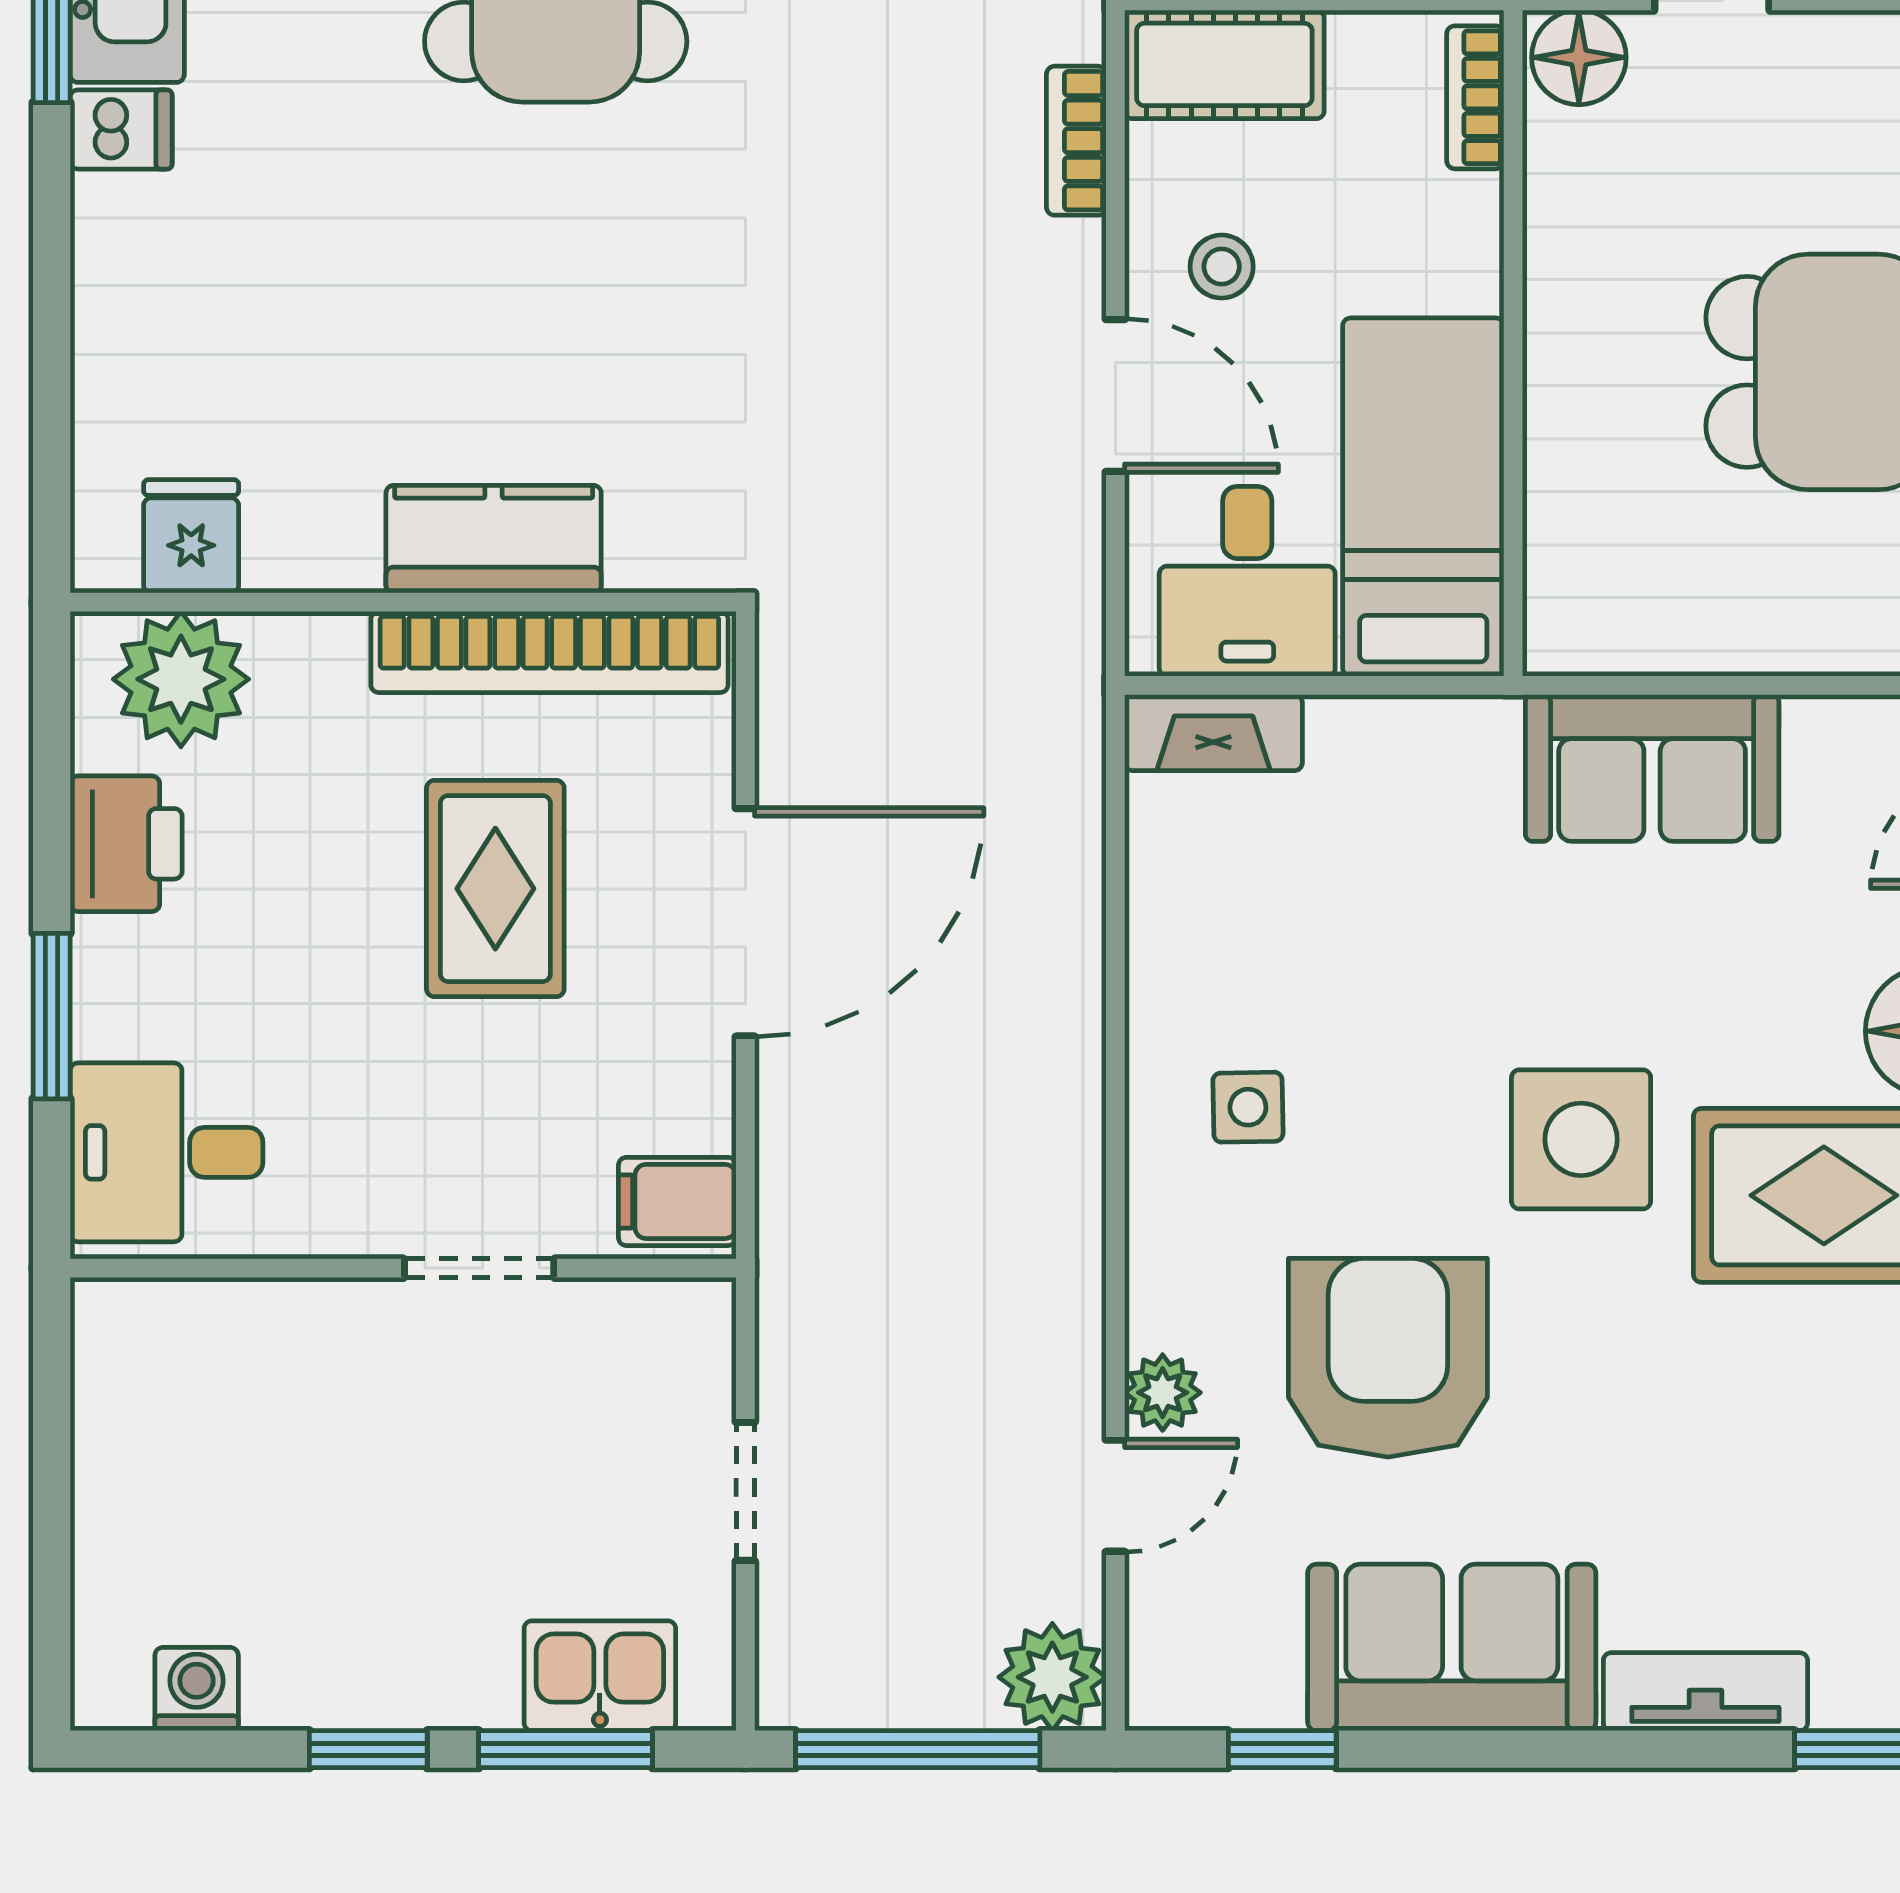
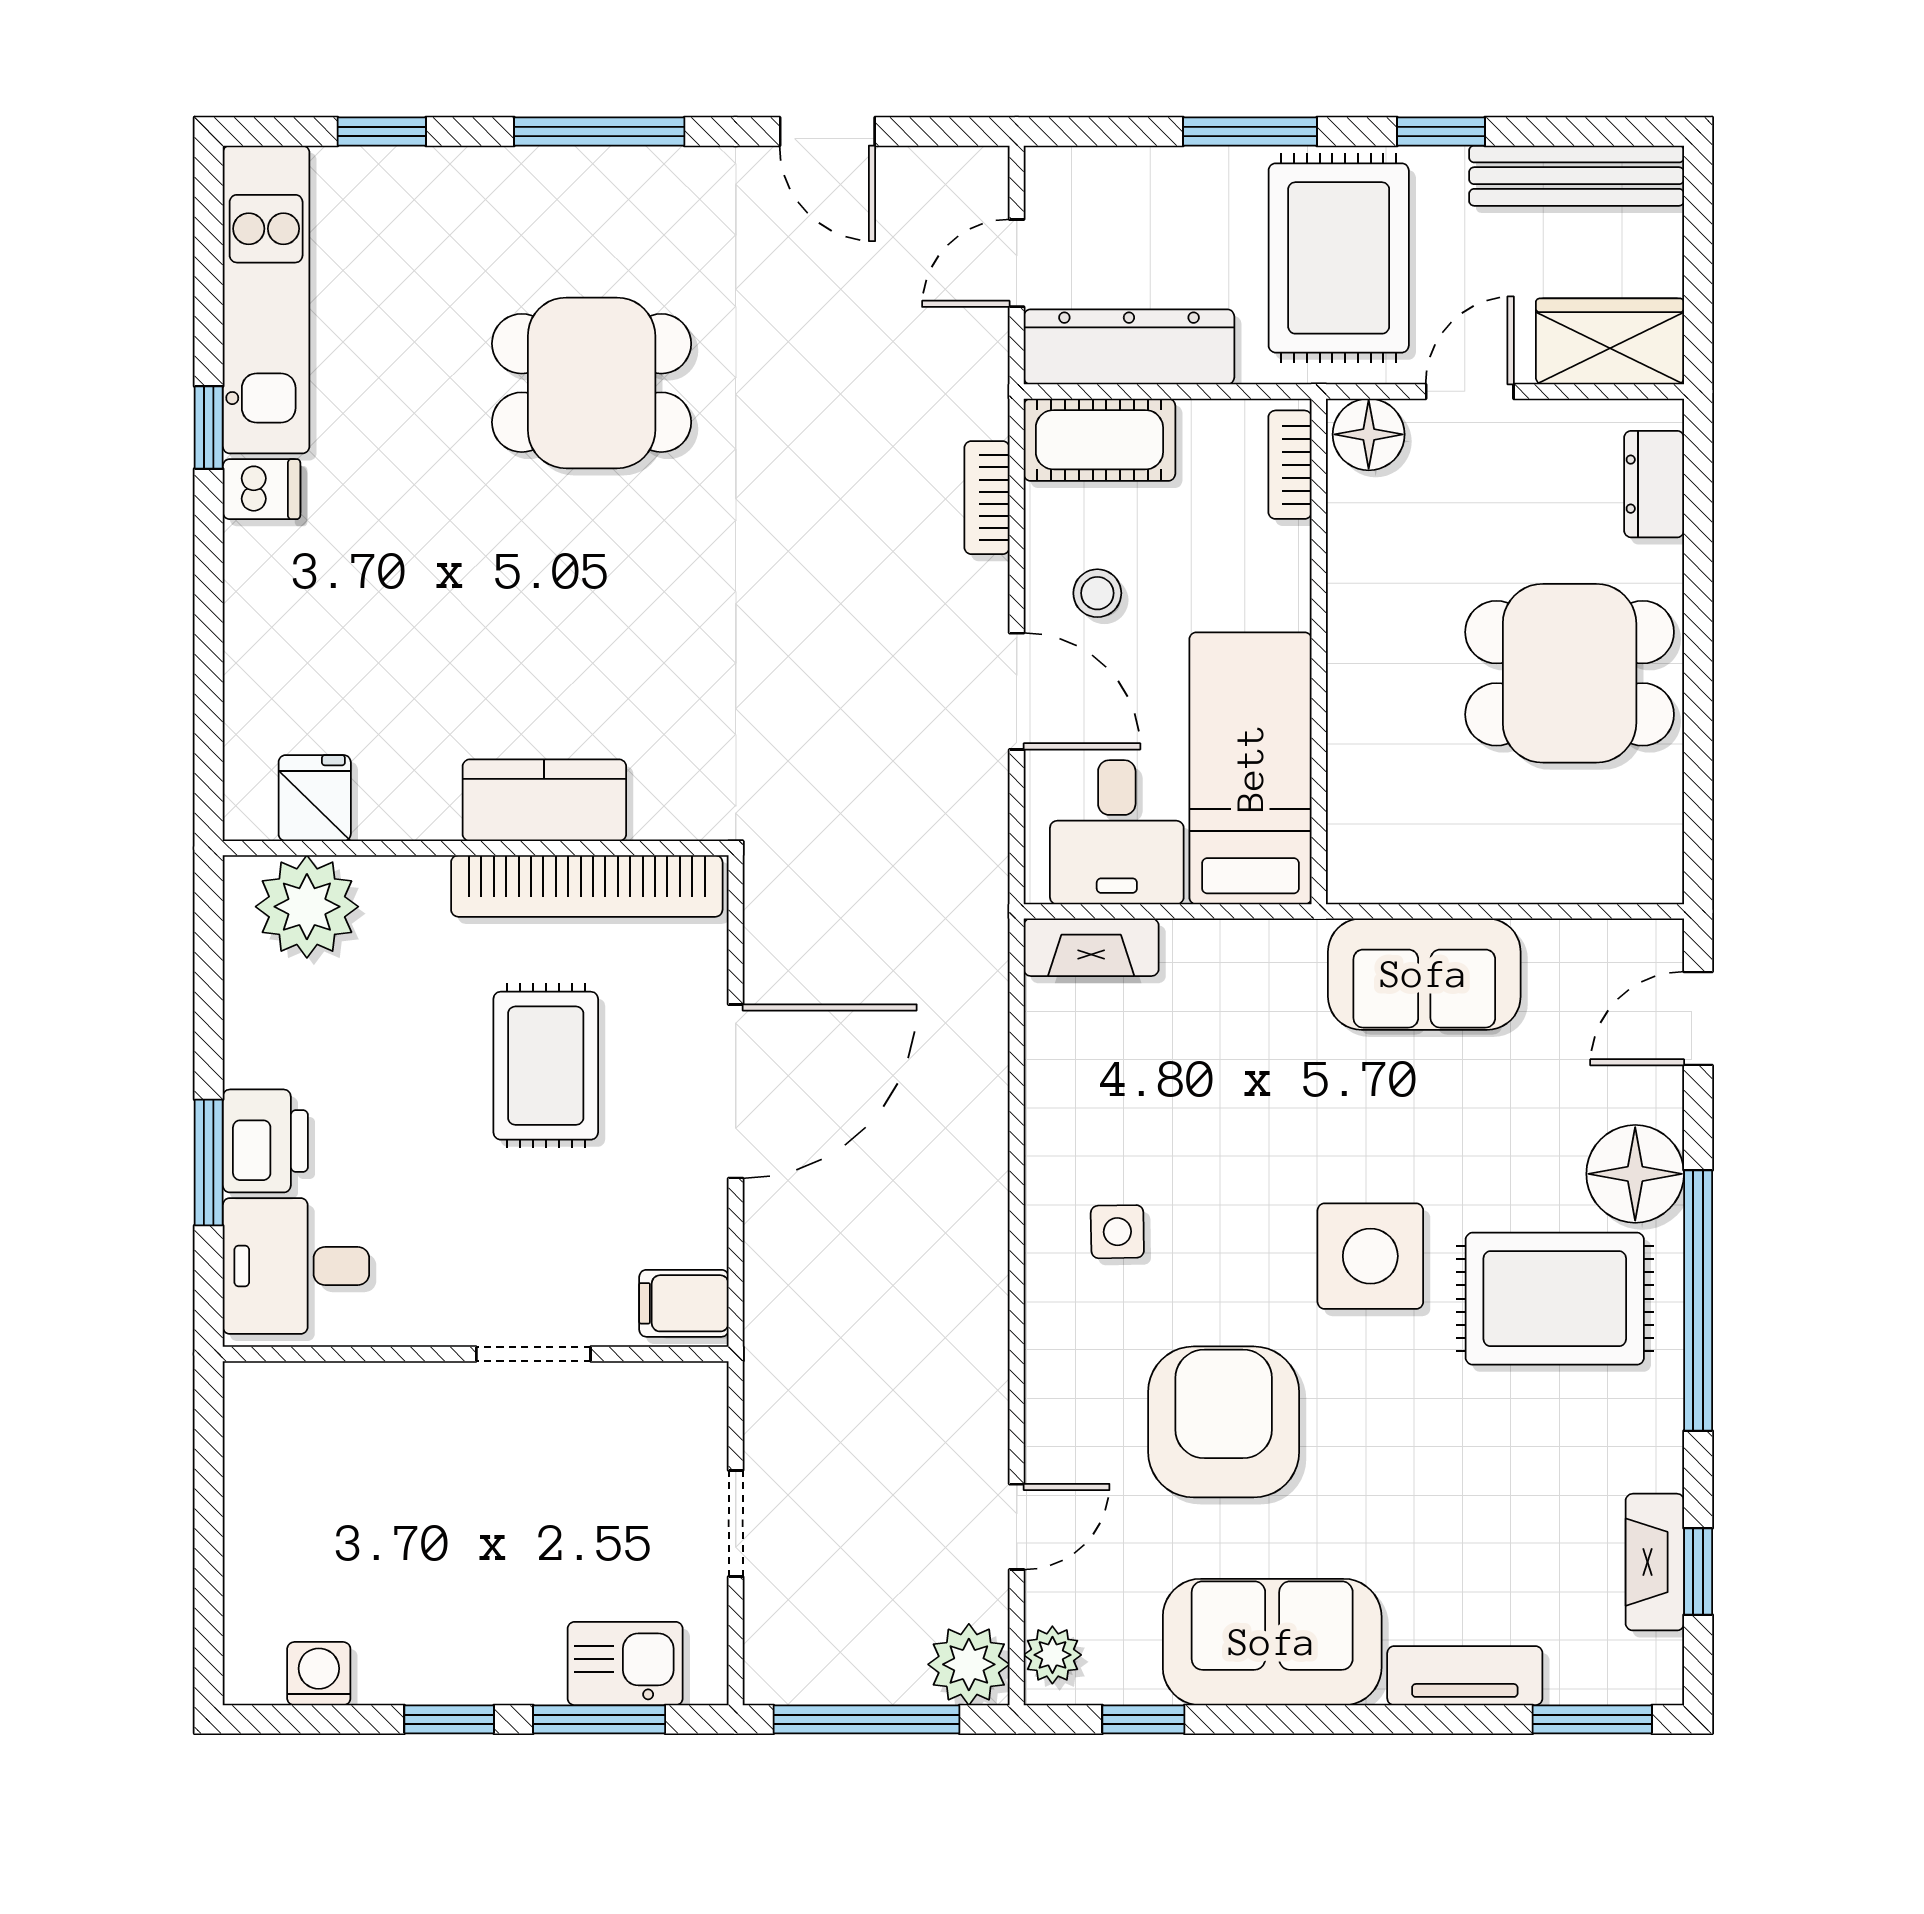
printer: (126, 844) -> (265, 1141), moved
plant: (1163, 1393) -> (1052, 1655), moved

